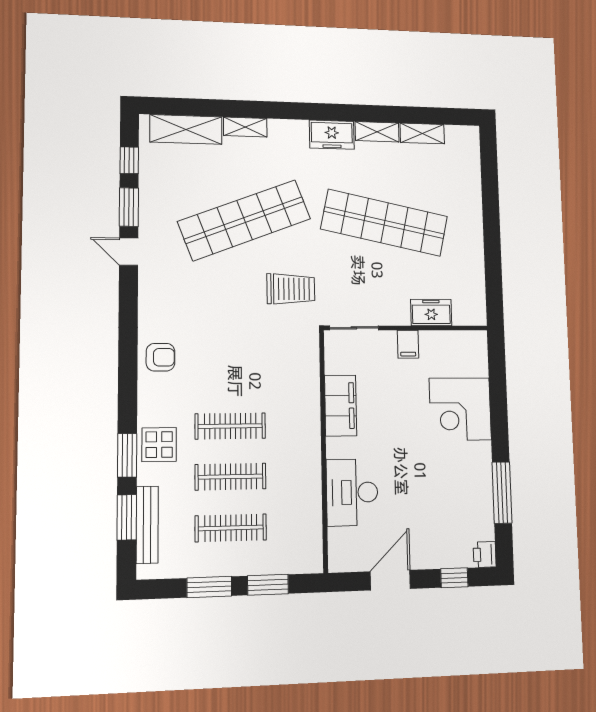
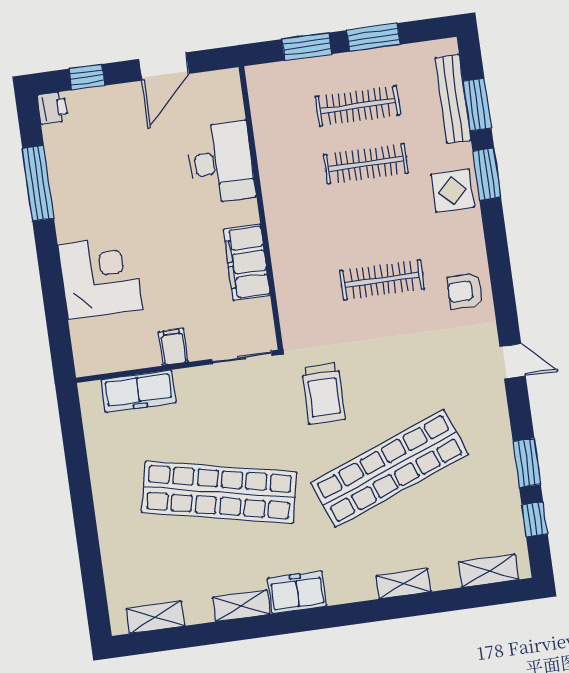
shelving: (186, 129) -> (489, 571), width x0.67, depth x0.75
shelving: (422, 134) -> (156, 617), moved
door: (129, 252) -> (513, 361), moved
trolley: (291, 289) -> (324, 394), turned -90
freezer: (431, 312) -> (139, 391), width x1.40
clothes rail: (230, 426) -> (382, 280), moved

